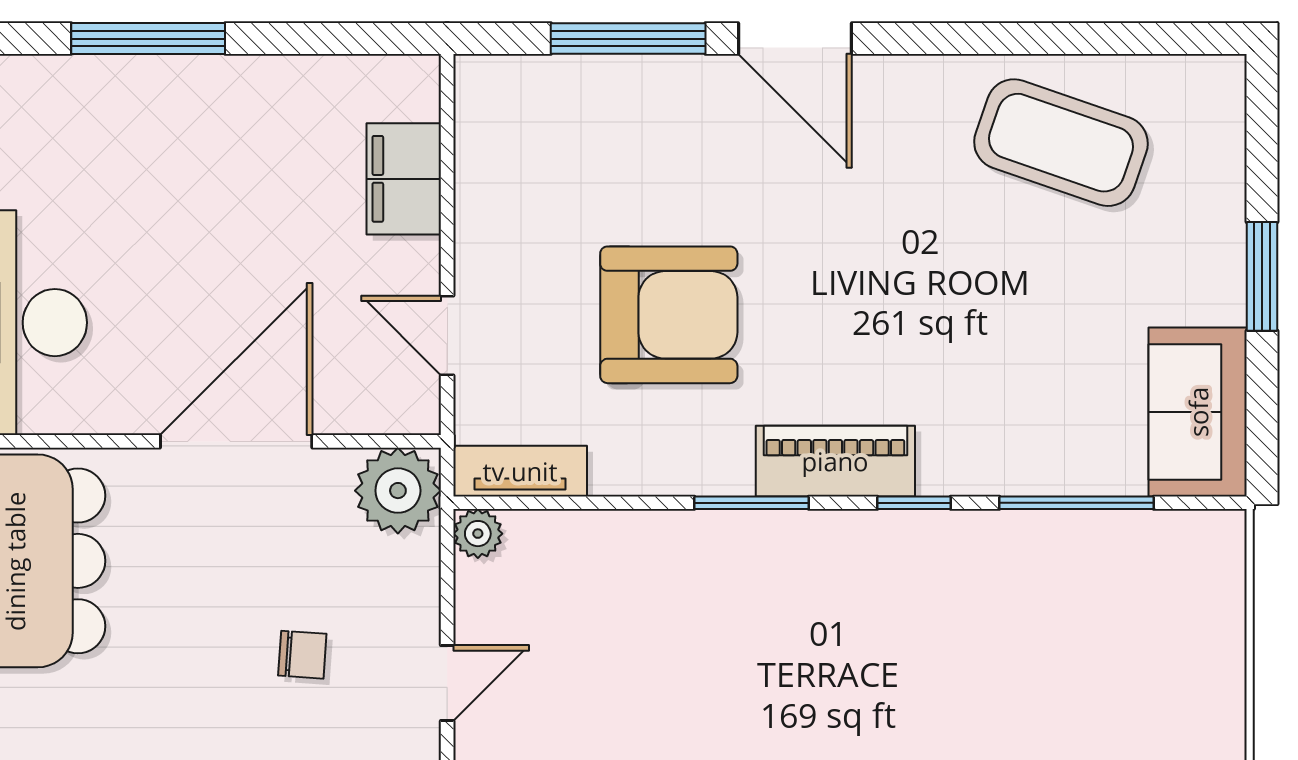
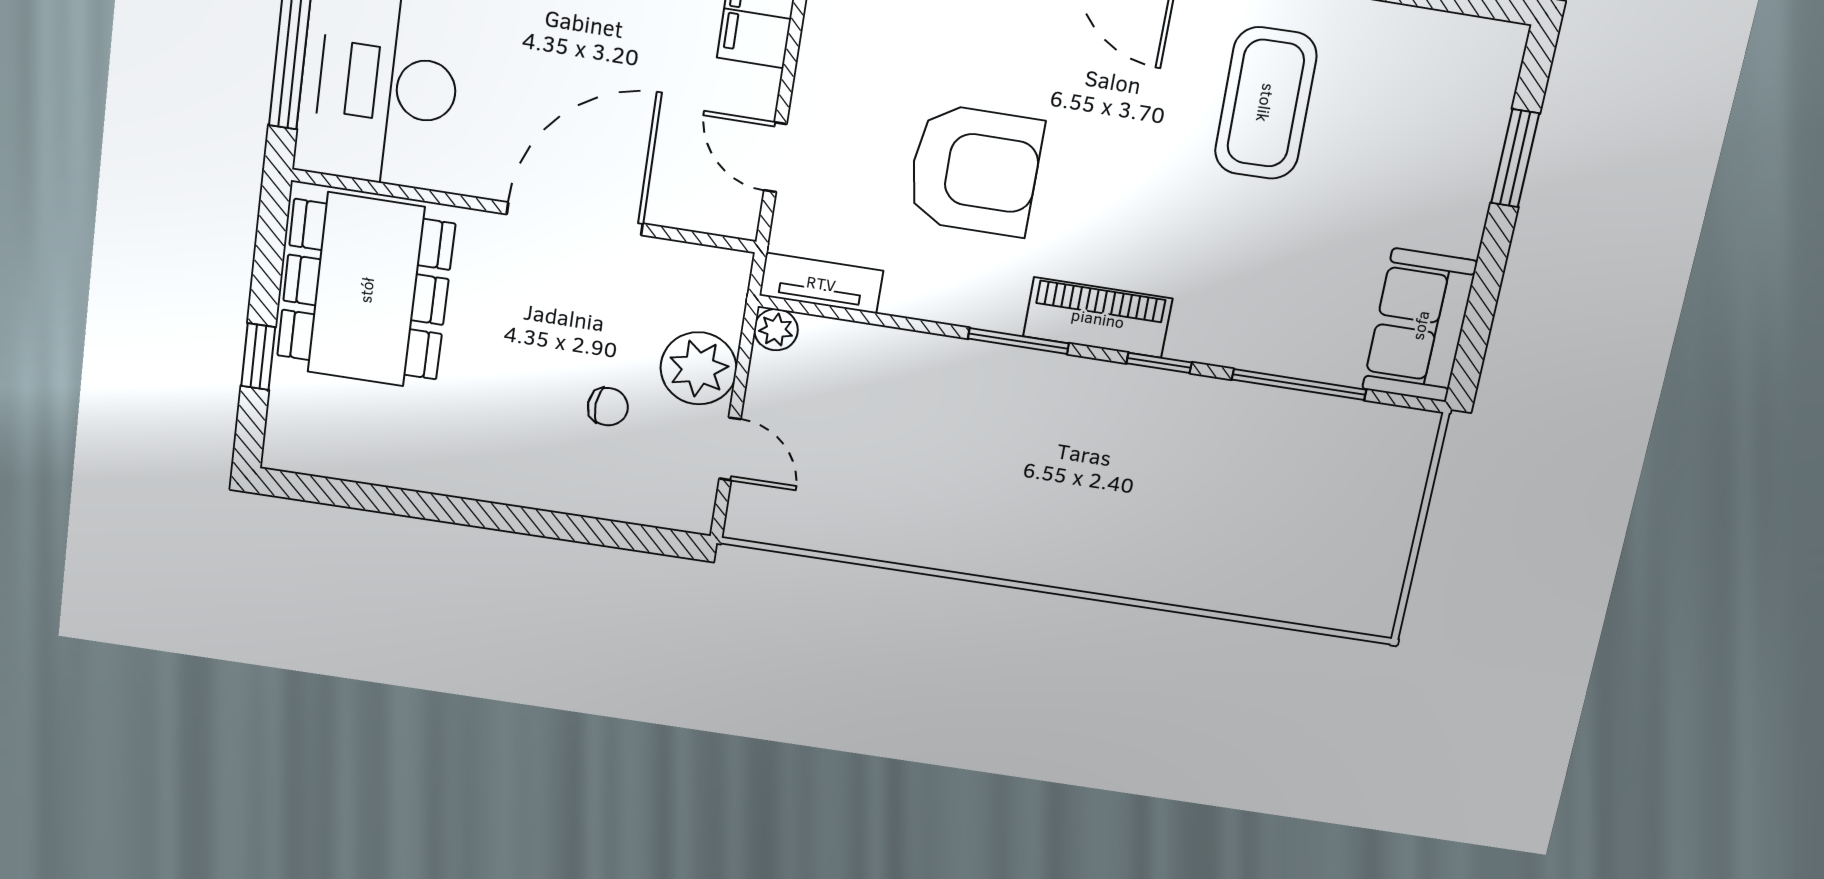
coffee table: (1061, 143) -> (1266, 103), moved, turned 70
window: (1262, 276) -> (1515, 158), moved
plant: (398, 491) -> (699, 368), moved
door: (447, 683) -> (730, 449), hinge flipped

